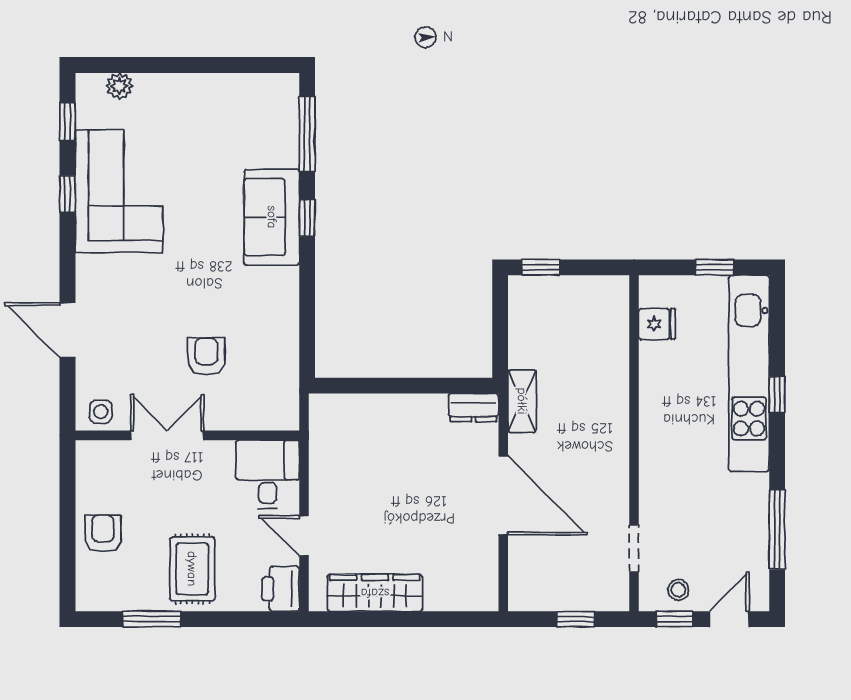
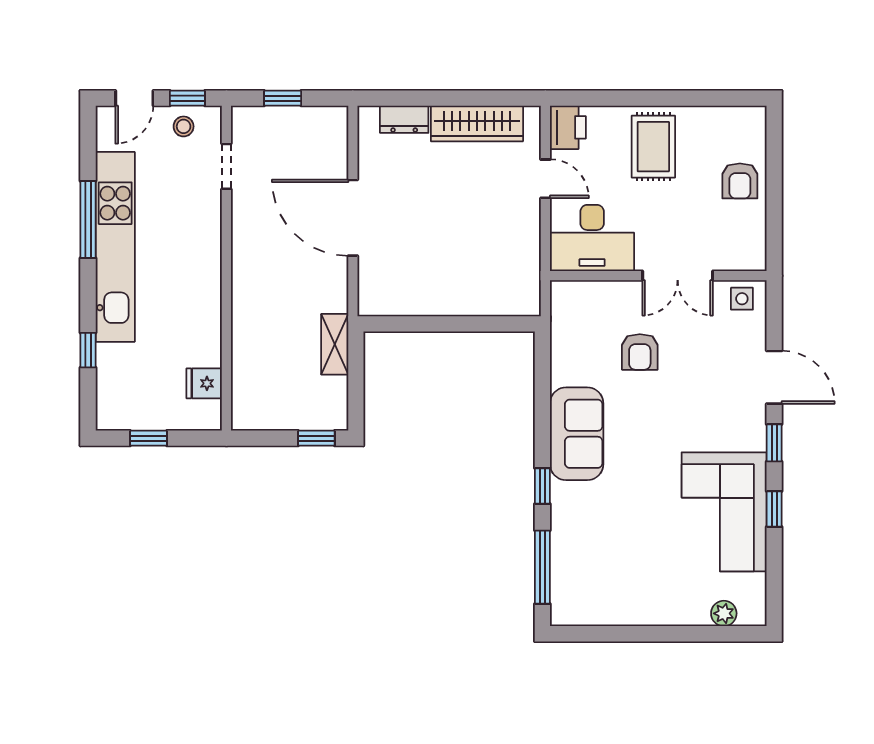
window: (67, 121) -> (774, 443), moved
sofa: (272, 217) -> (577, 434), moved
kitchen unit: (749, 373) -> (115, 247), moved
window: (777, 395) -> (88, 350), moved
shelving: (522, 401) -> (335, 344), moved
dresser: (473, 408) -> (404, 119), moved, turned 180
desk: (268, 474) -> (592, 238), width x1.37
window: (777, 529) -> (88, 220), moved
window: (152, 619) -> (693, 98), removed

